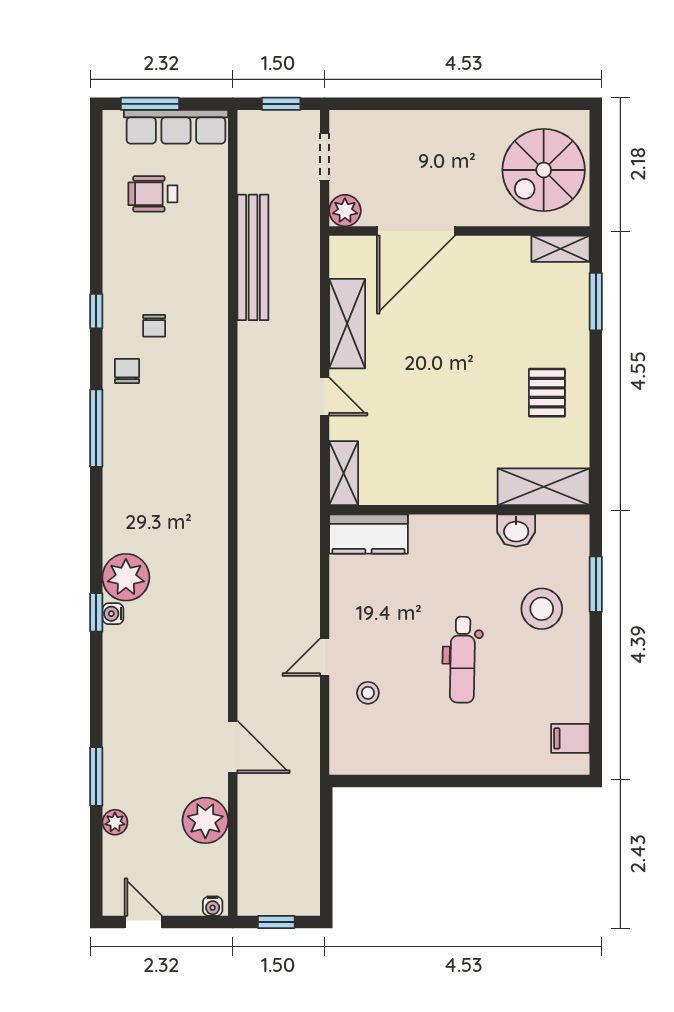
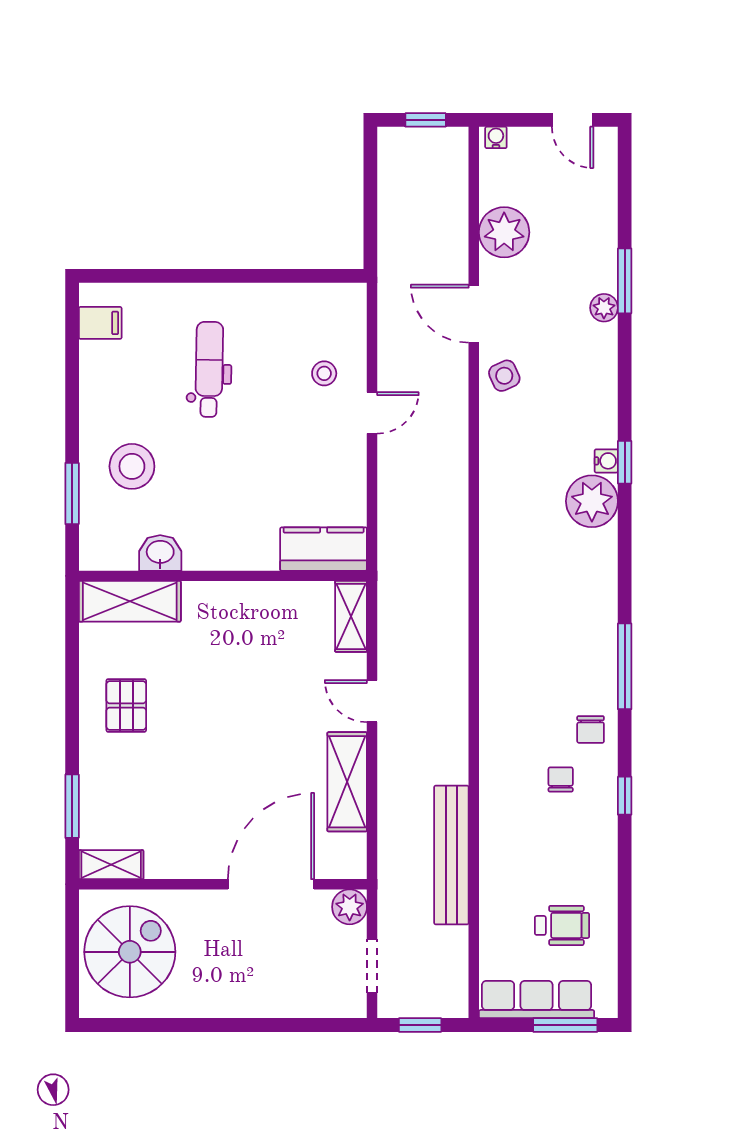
dental chair: (462, 660) -> (209, 369), moved
side table: (205, 691) -> (504, 376), added
plant: (115, 822) -> (604, 308), moved

